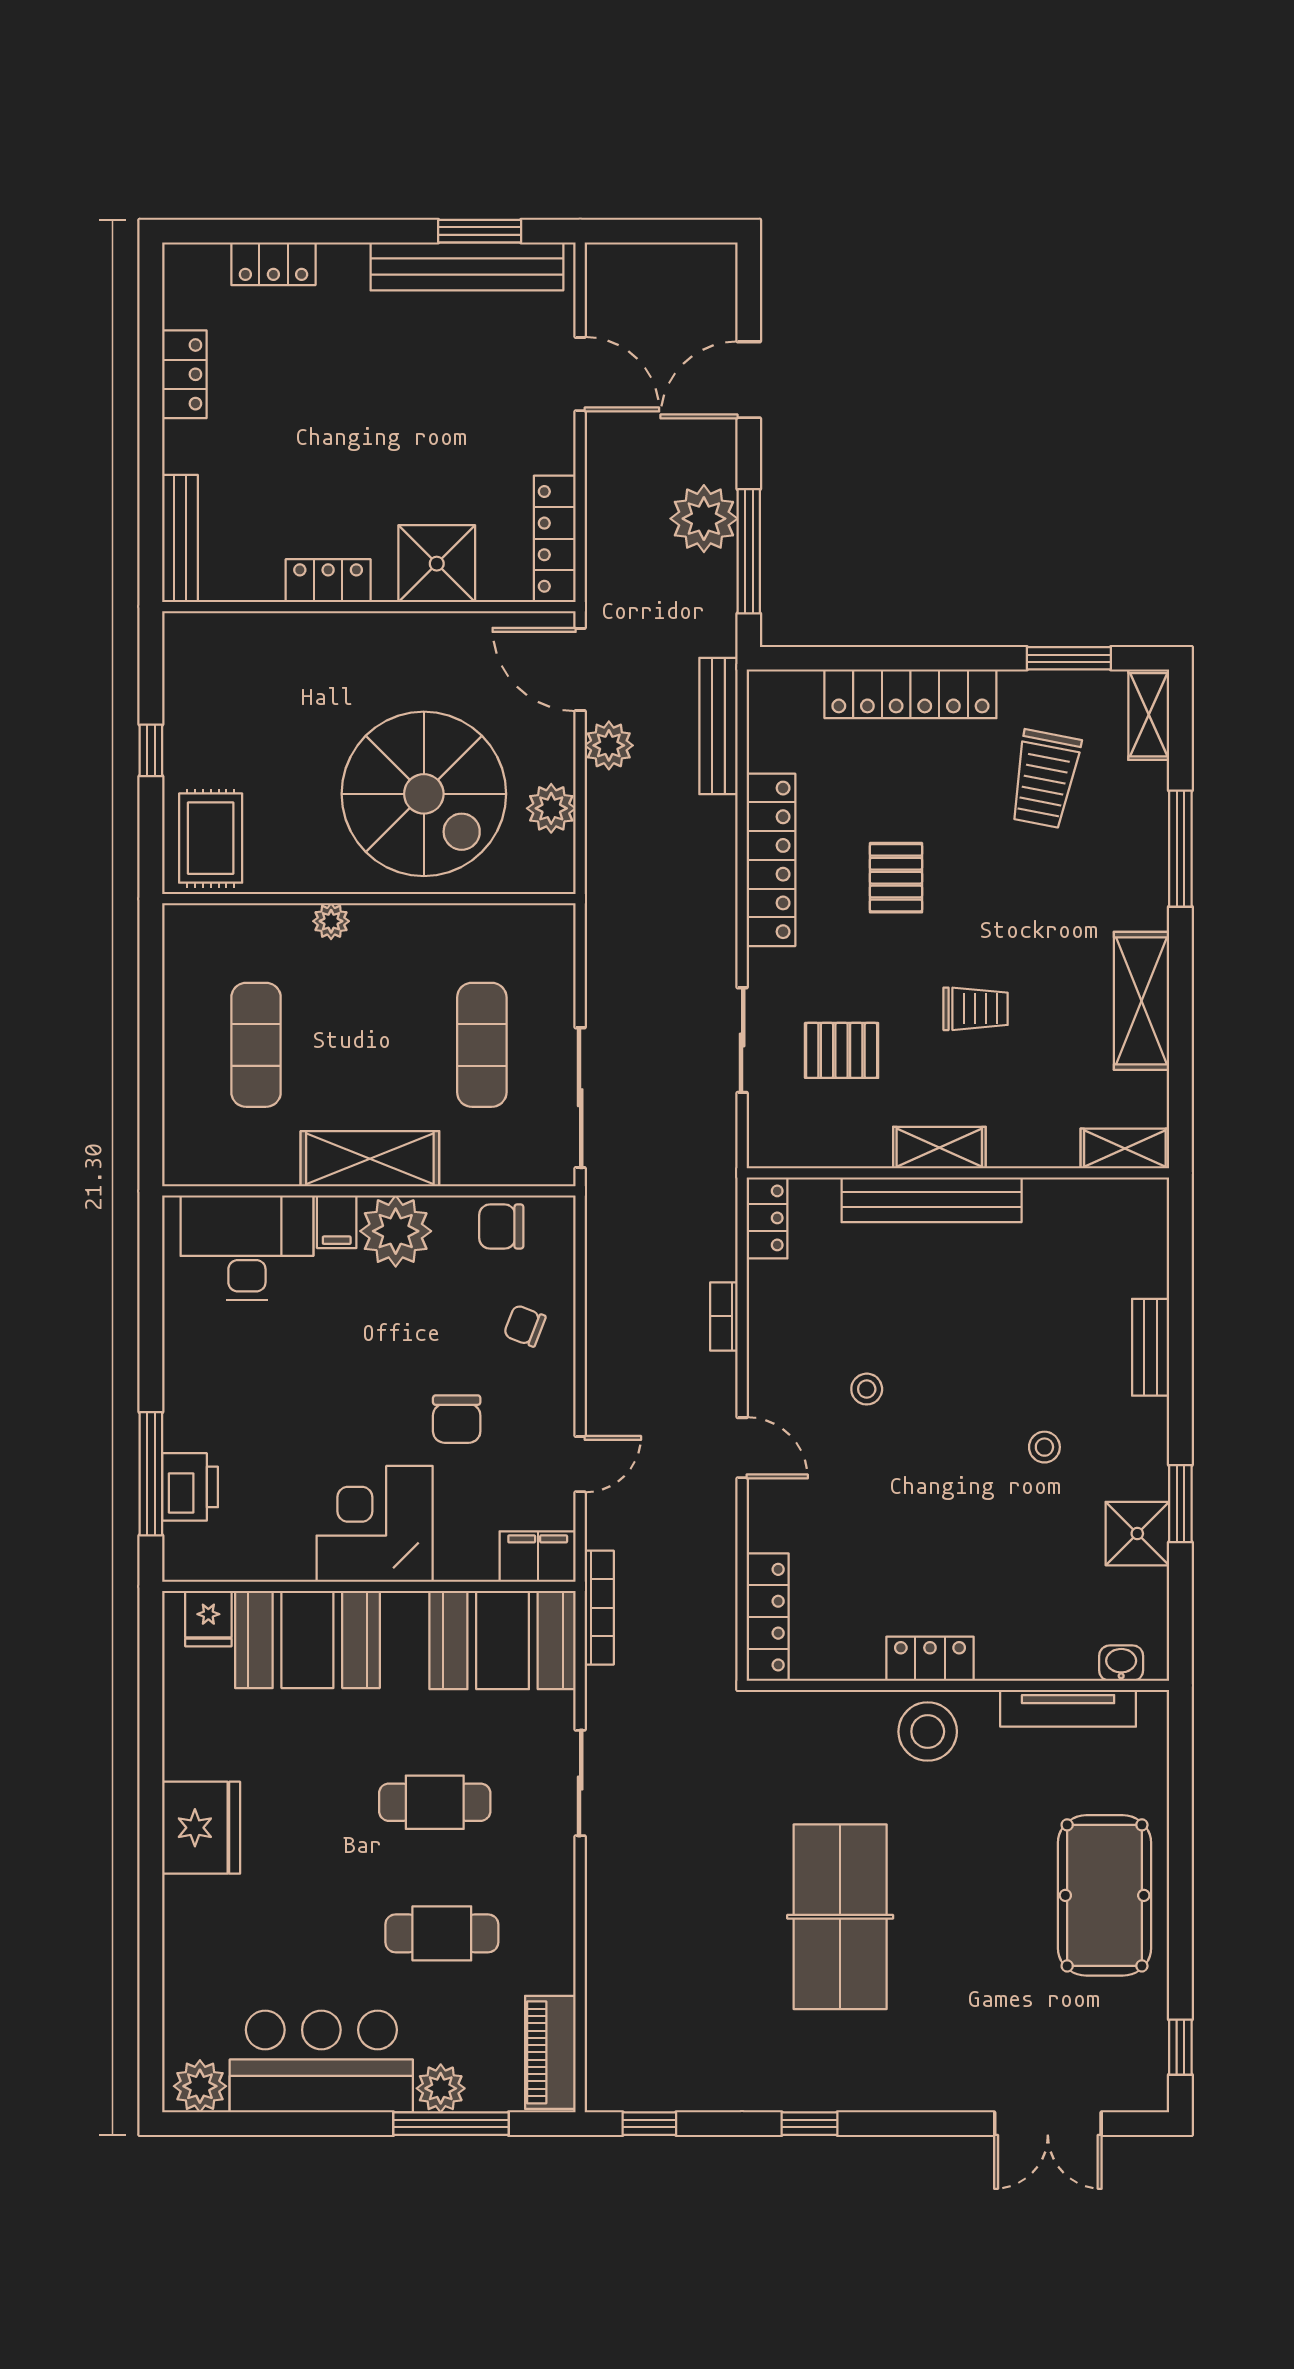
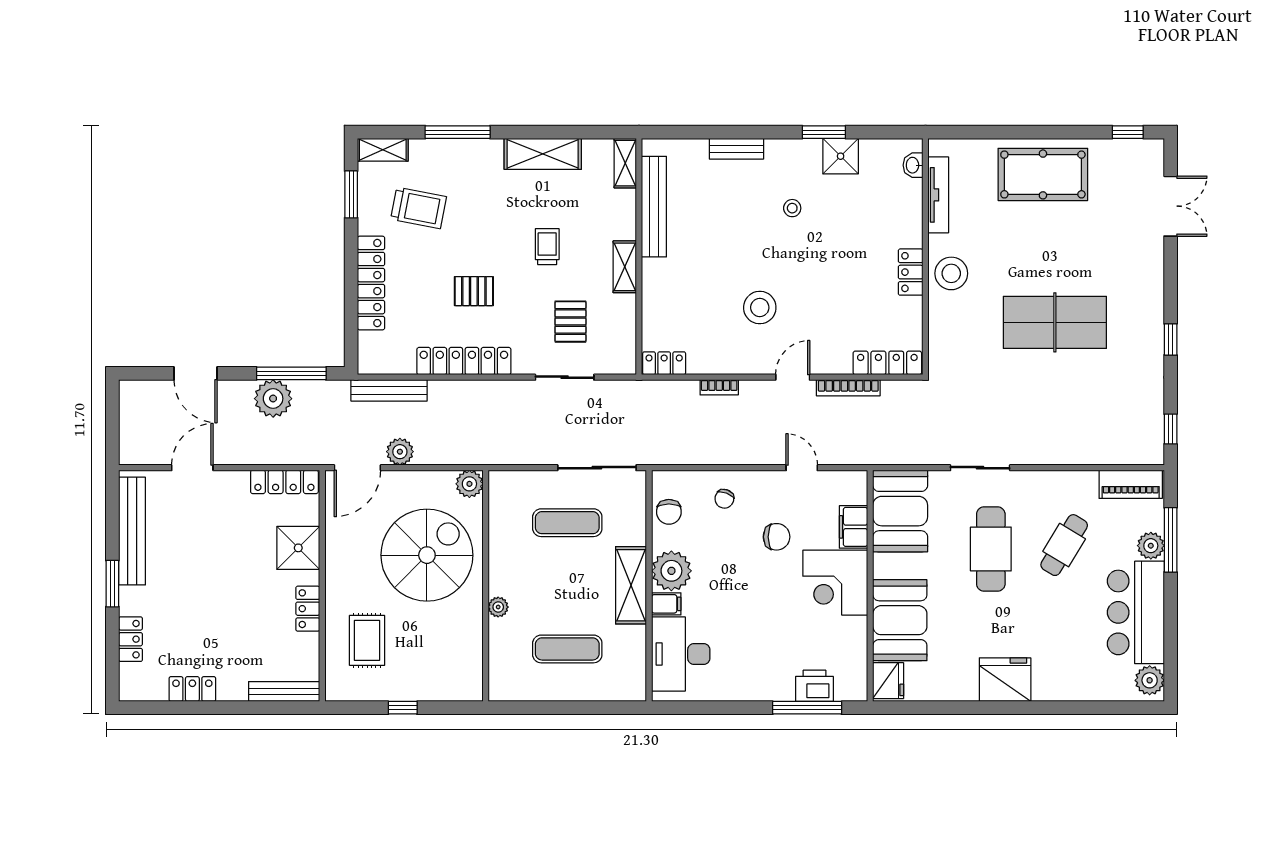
window: (480, 231) -> (112, 584), moved
plant: (551, 808) -> (469, 484), moved
rug: (211, 838) -> (367, 640), moved, turned 90
bench: (932, 1200) -> (654, 207), moved
stool: (867, 1389) -> (760, 307), width x1.89, depth x1.89
filing cabinet: (538, 1557) -> (853, 527), moved
bookcase: (599, 1608) -> (848, 388), moved, turned 180
fridge: (208, 1619) -> (888, 681), width x1.38
cafe table: (435, 1802) -> (991, 549), width x1.37, depth x1.35
cafe table: (442, 1933) -> (1064, 545), turned 31

